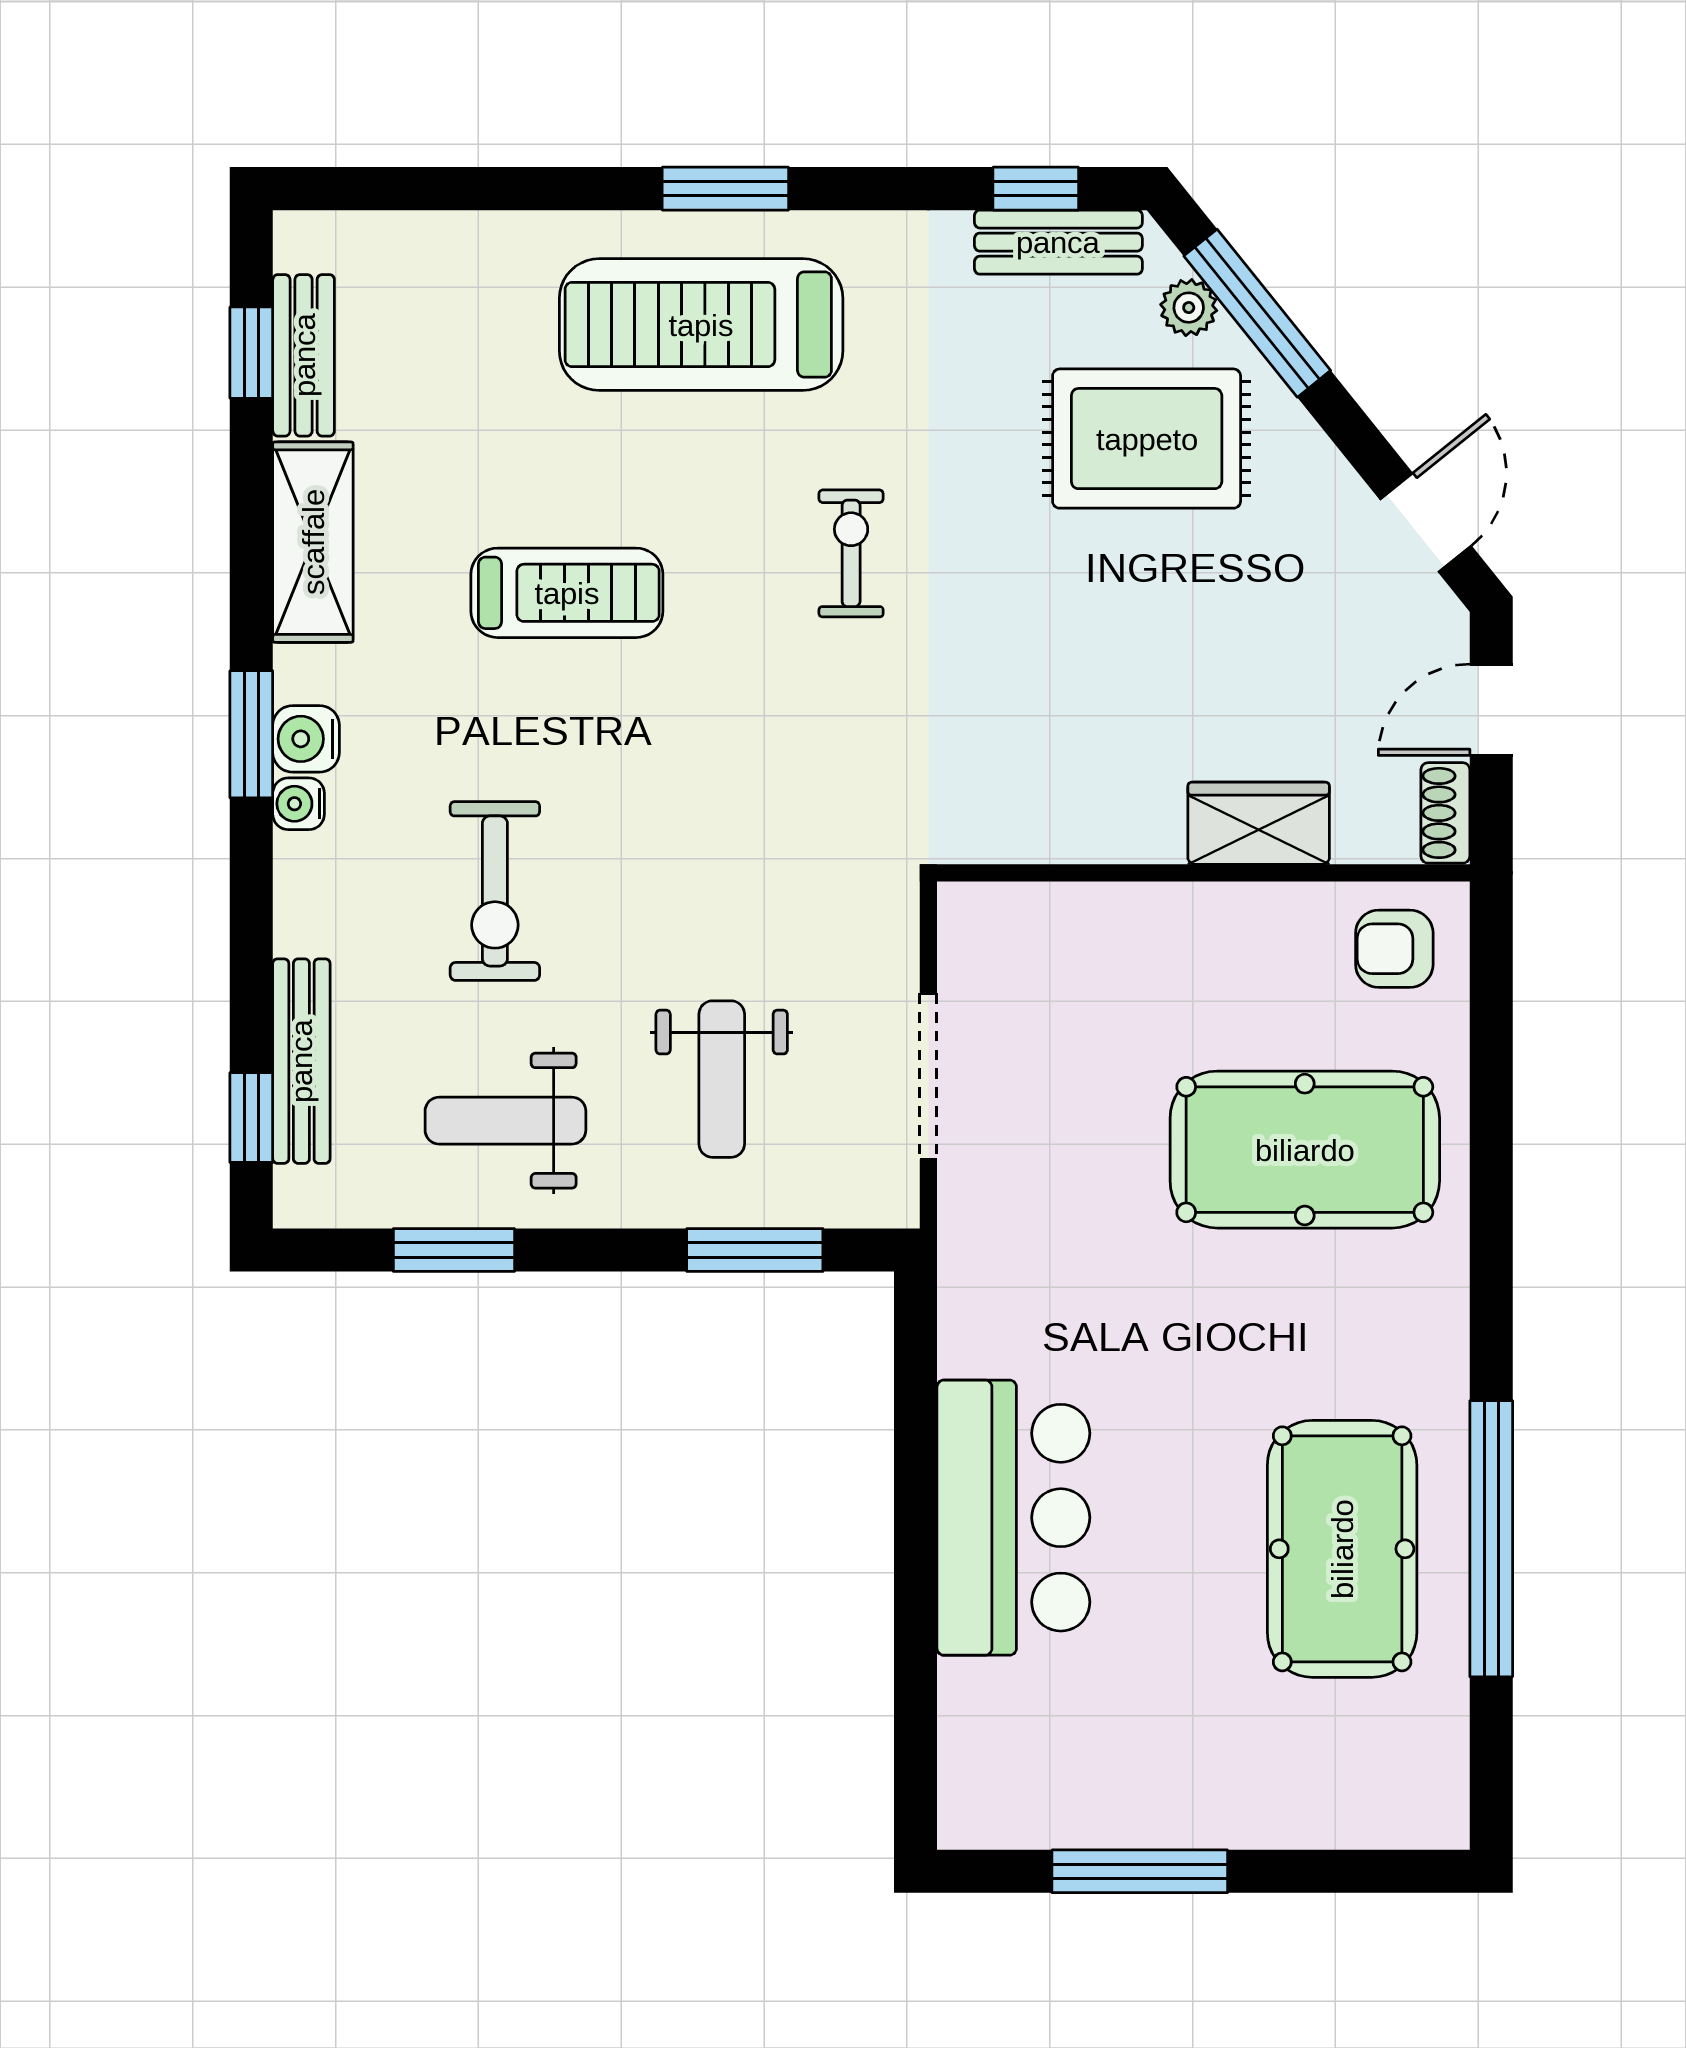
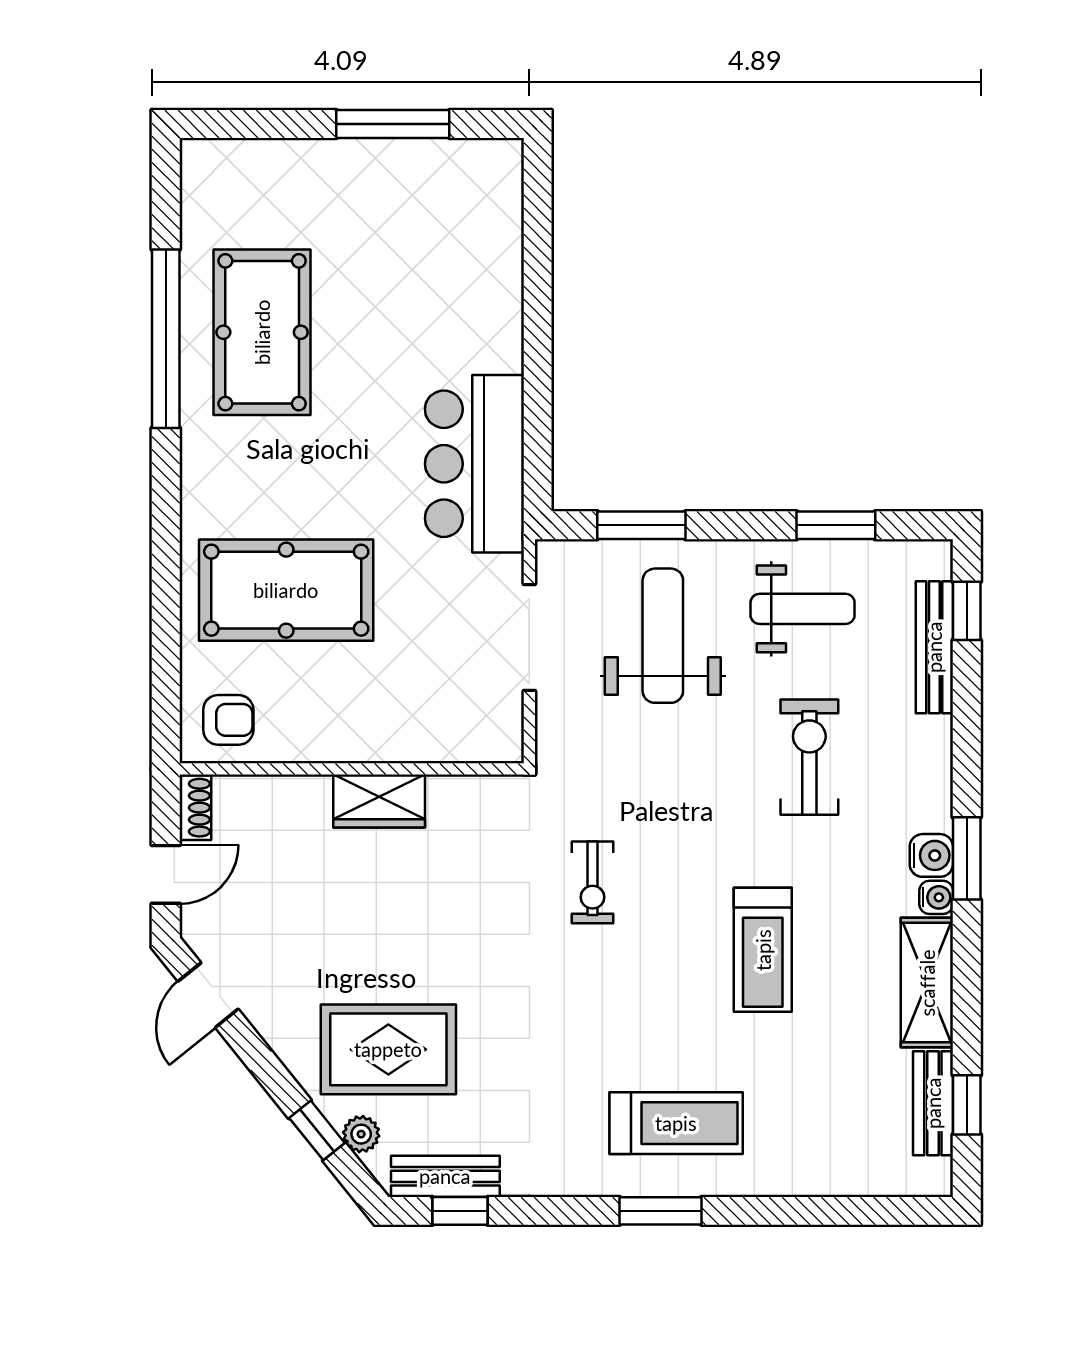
window: (1257, 313) -> (317, 1130), width x0.46
treadmill: (701, 325) -> (676, 1123), width x0.73, depth x0.73
exercise bike: (851, 553) -> (593, 882), moved
treadmill: (567, 593) -> (763, 950), turned -90
water cooler: (299, 804) -> (936, 897), moved
wardrobe: (1259, 823) -> (379, 801), moved
weight bench: (722, 1079) -> (663, 636), width x1.36, depth x1.33
bar counter: (1013, 1518) -> (474, 464), moved

